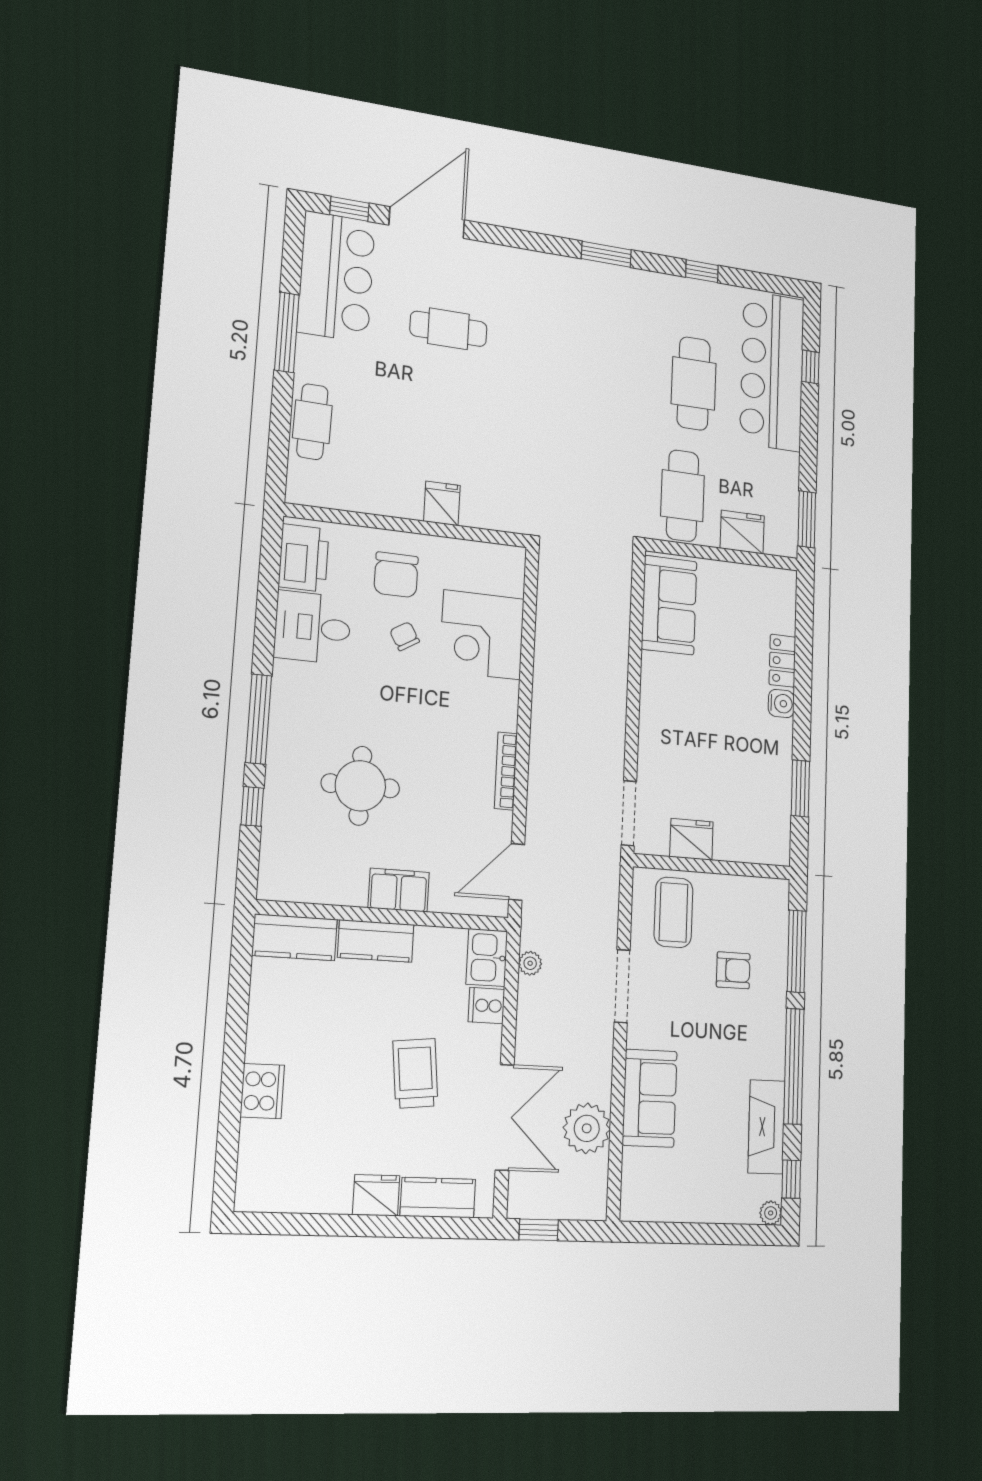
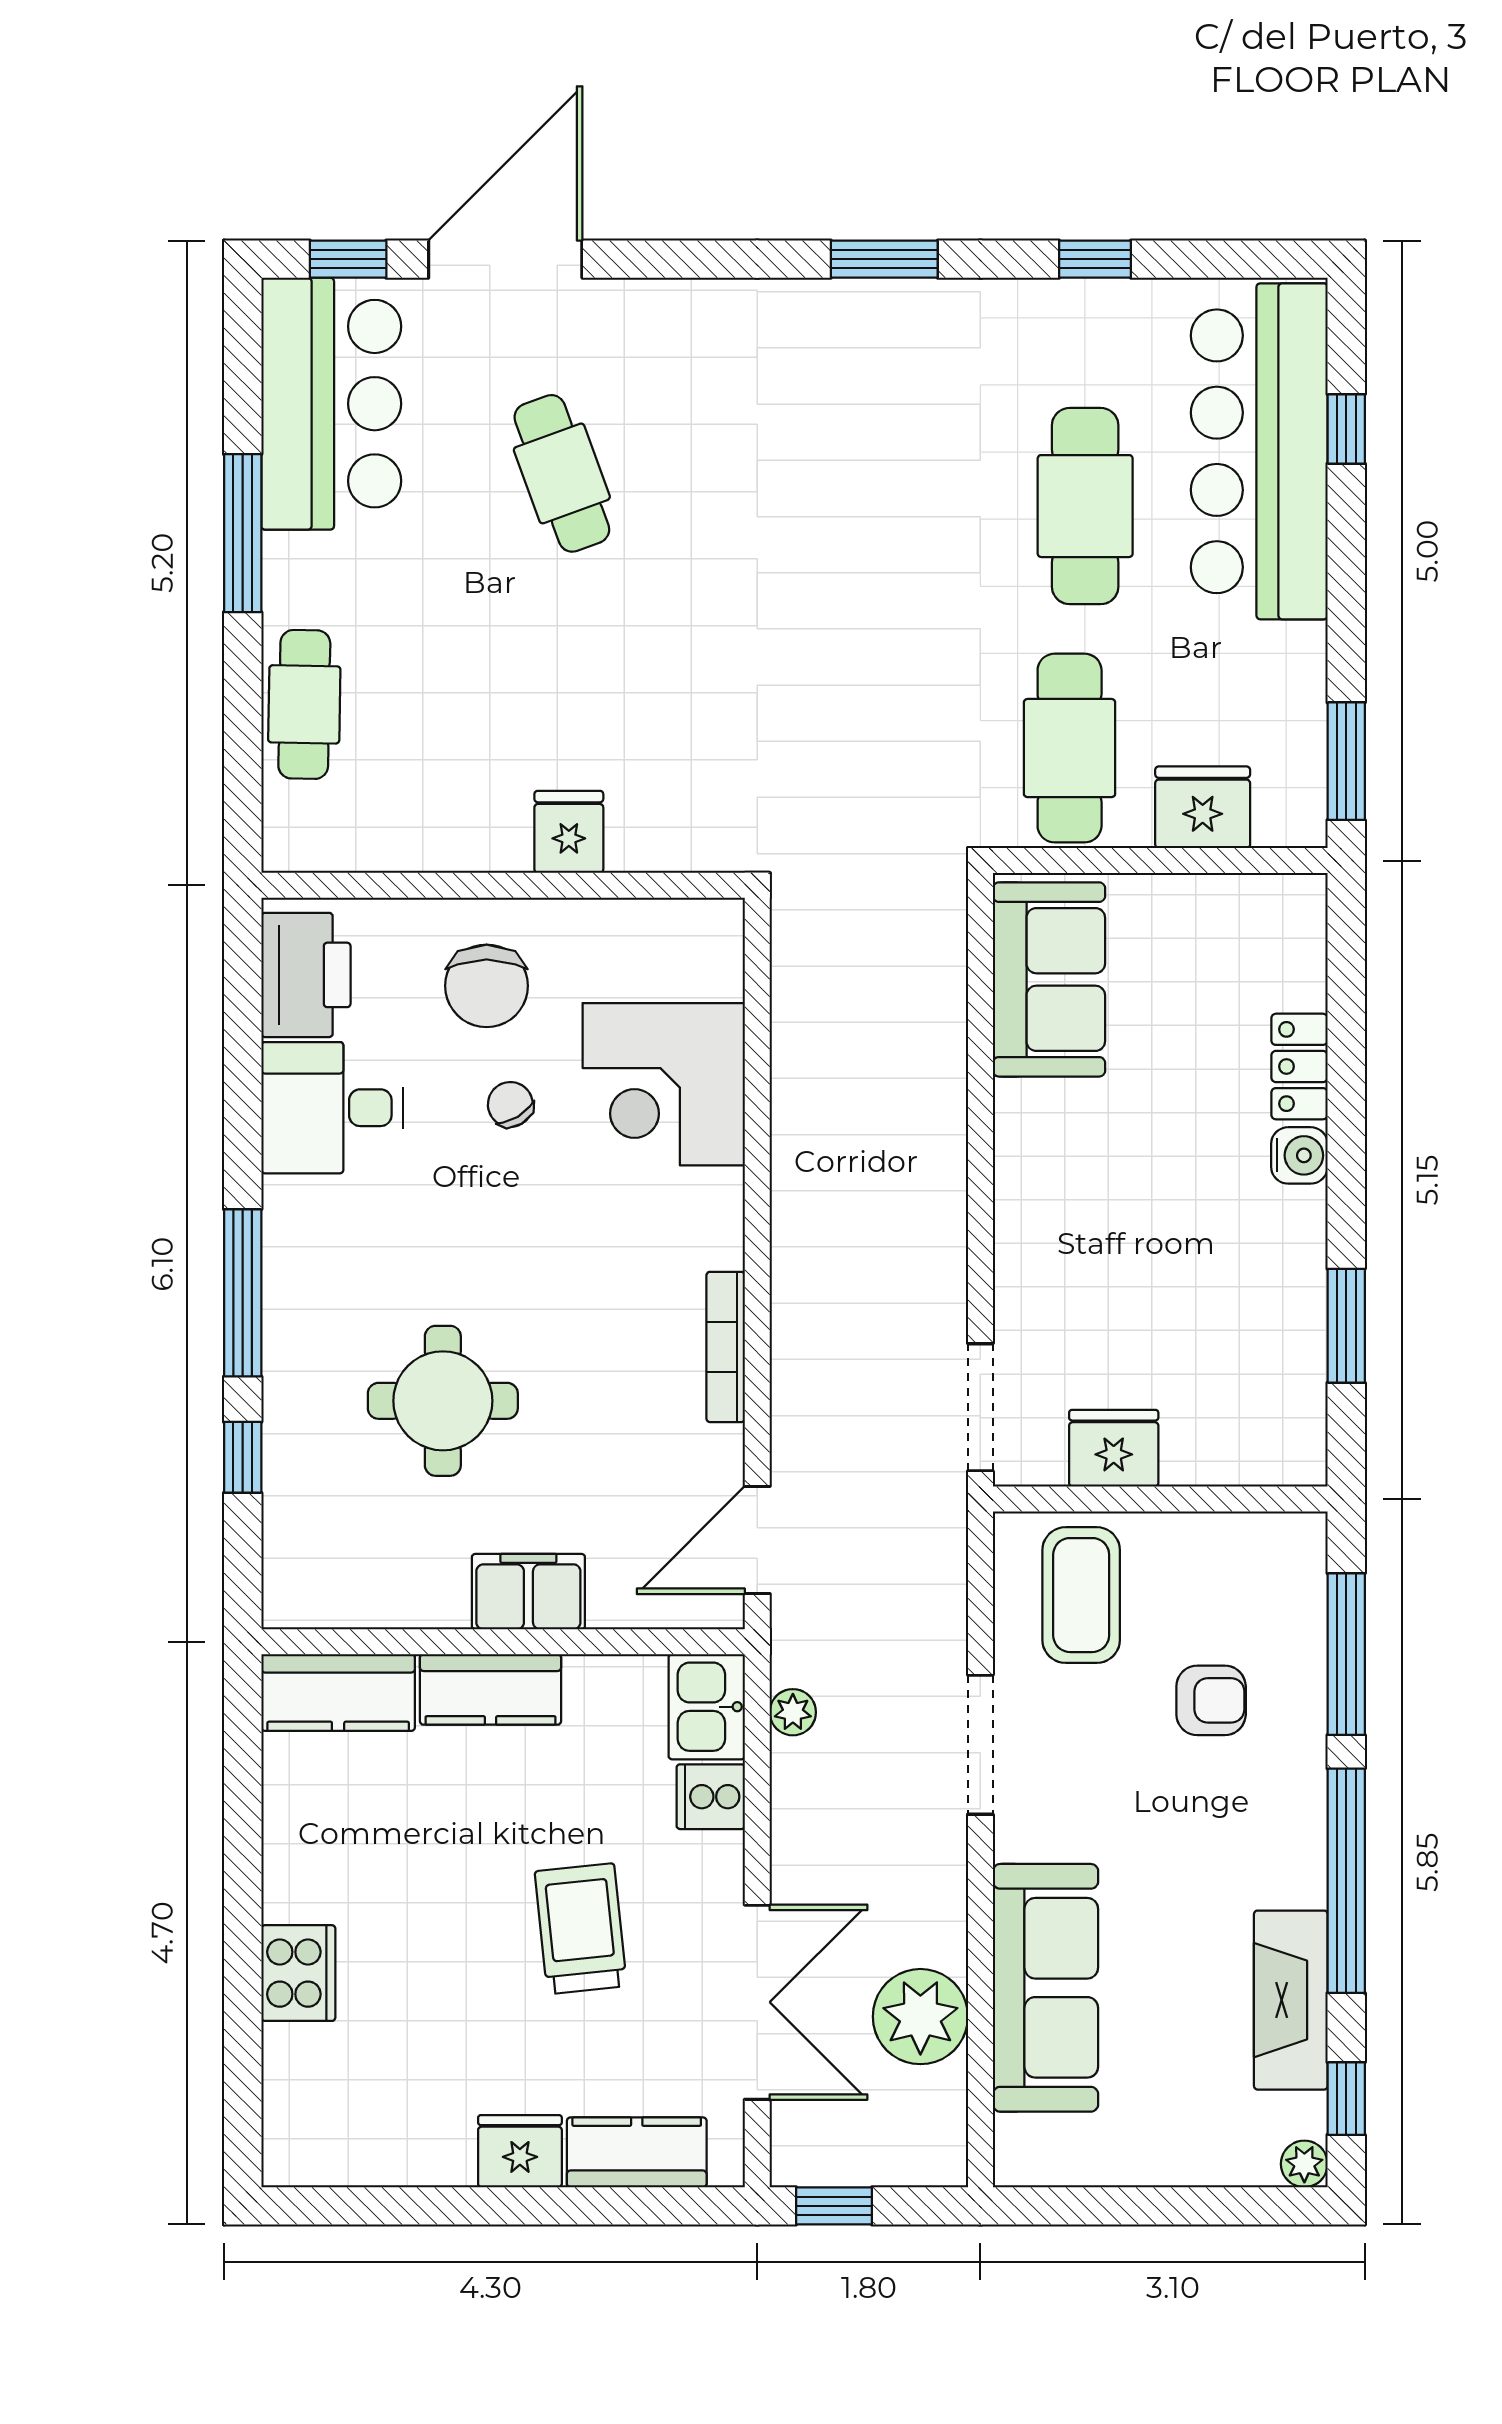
cafe table: (448, 329) -> (562, 473), turned 70
sofa: (650, 1098) -> (1045, 1988), width x1.36

